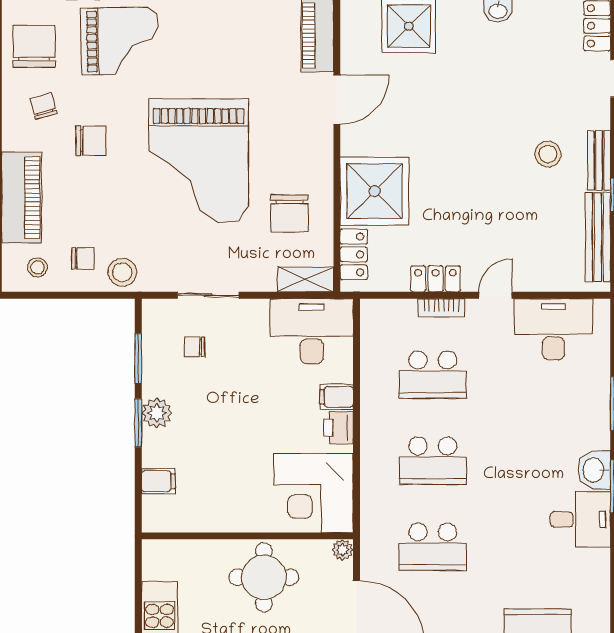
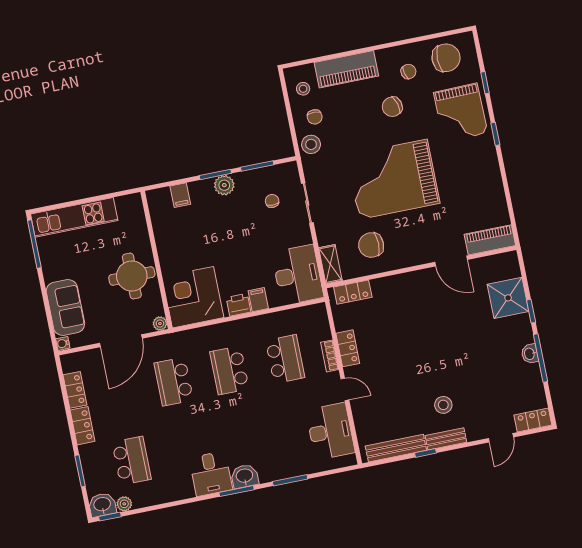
chair: (91, 141) -> (392, 107), turned 74
shower: (374, 191) -> (397, 297), removed
school desk: (433, 375) -> (285, 359), turned 180

